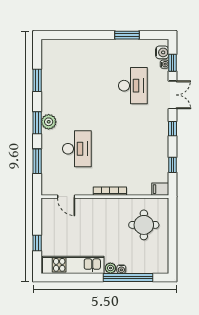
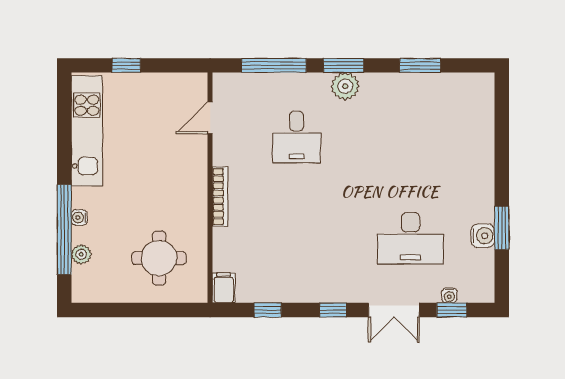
water cooler: (162, 52) -> (483, 236), moved, turned -90
desk: (77, 149) -> (297, 137), width x0.73
window: (37, 161) -> (274, 65), width x1.44
plant: (110, 268) -> (81, 254), moved

